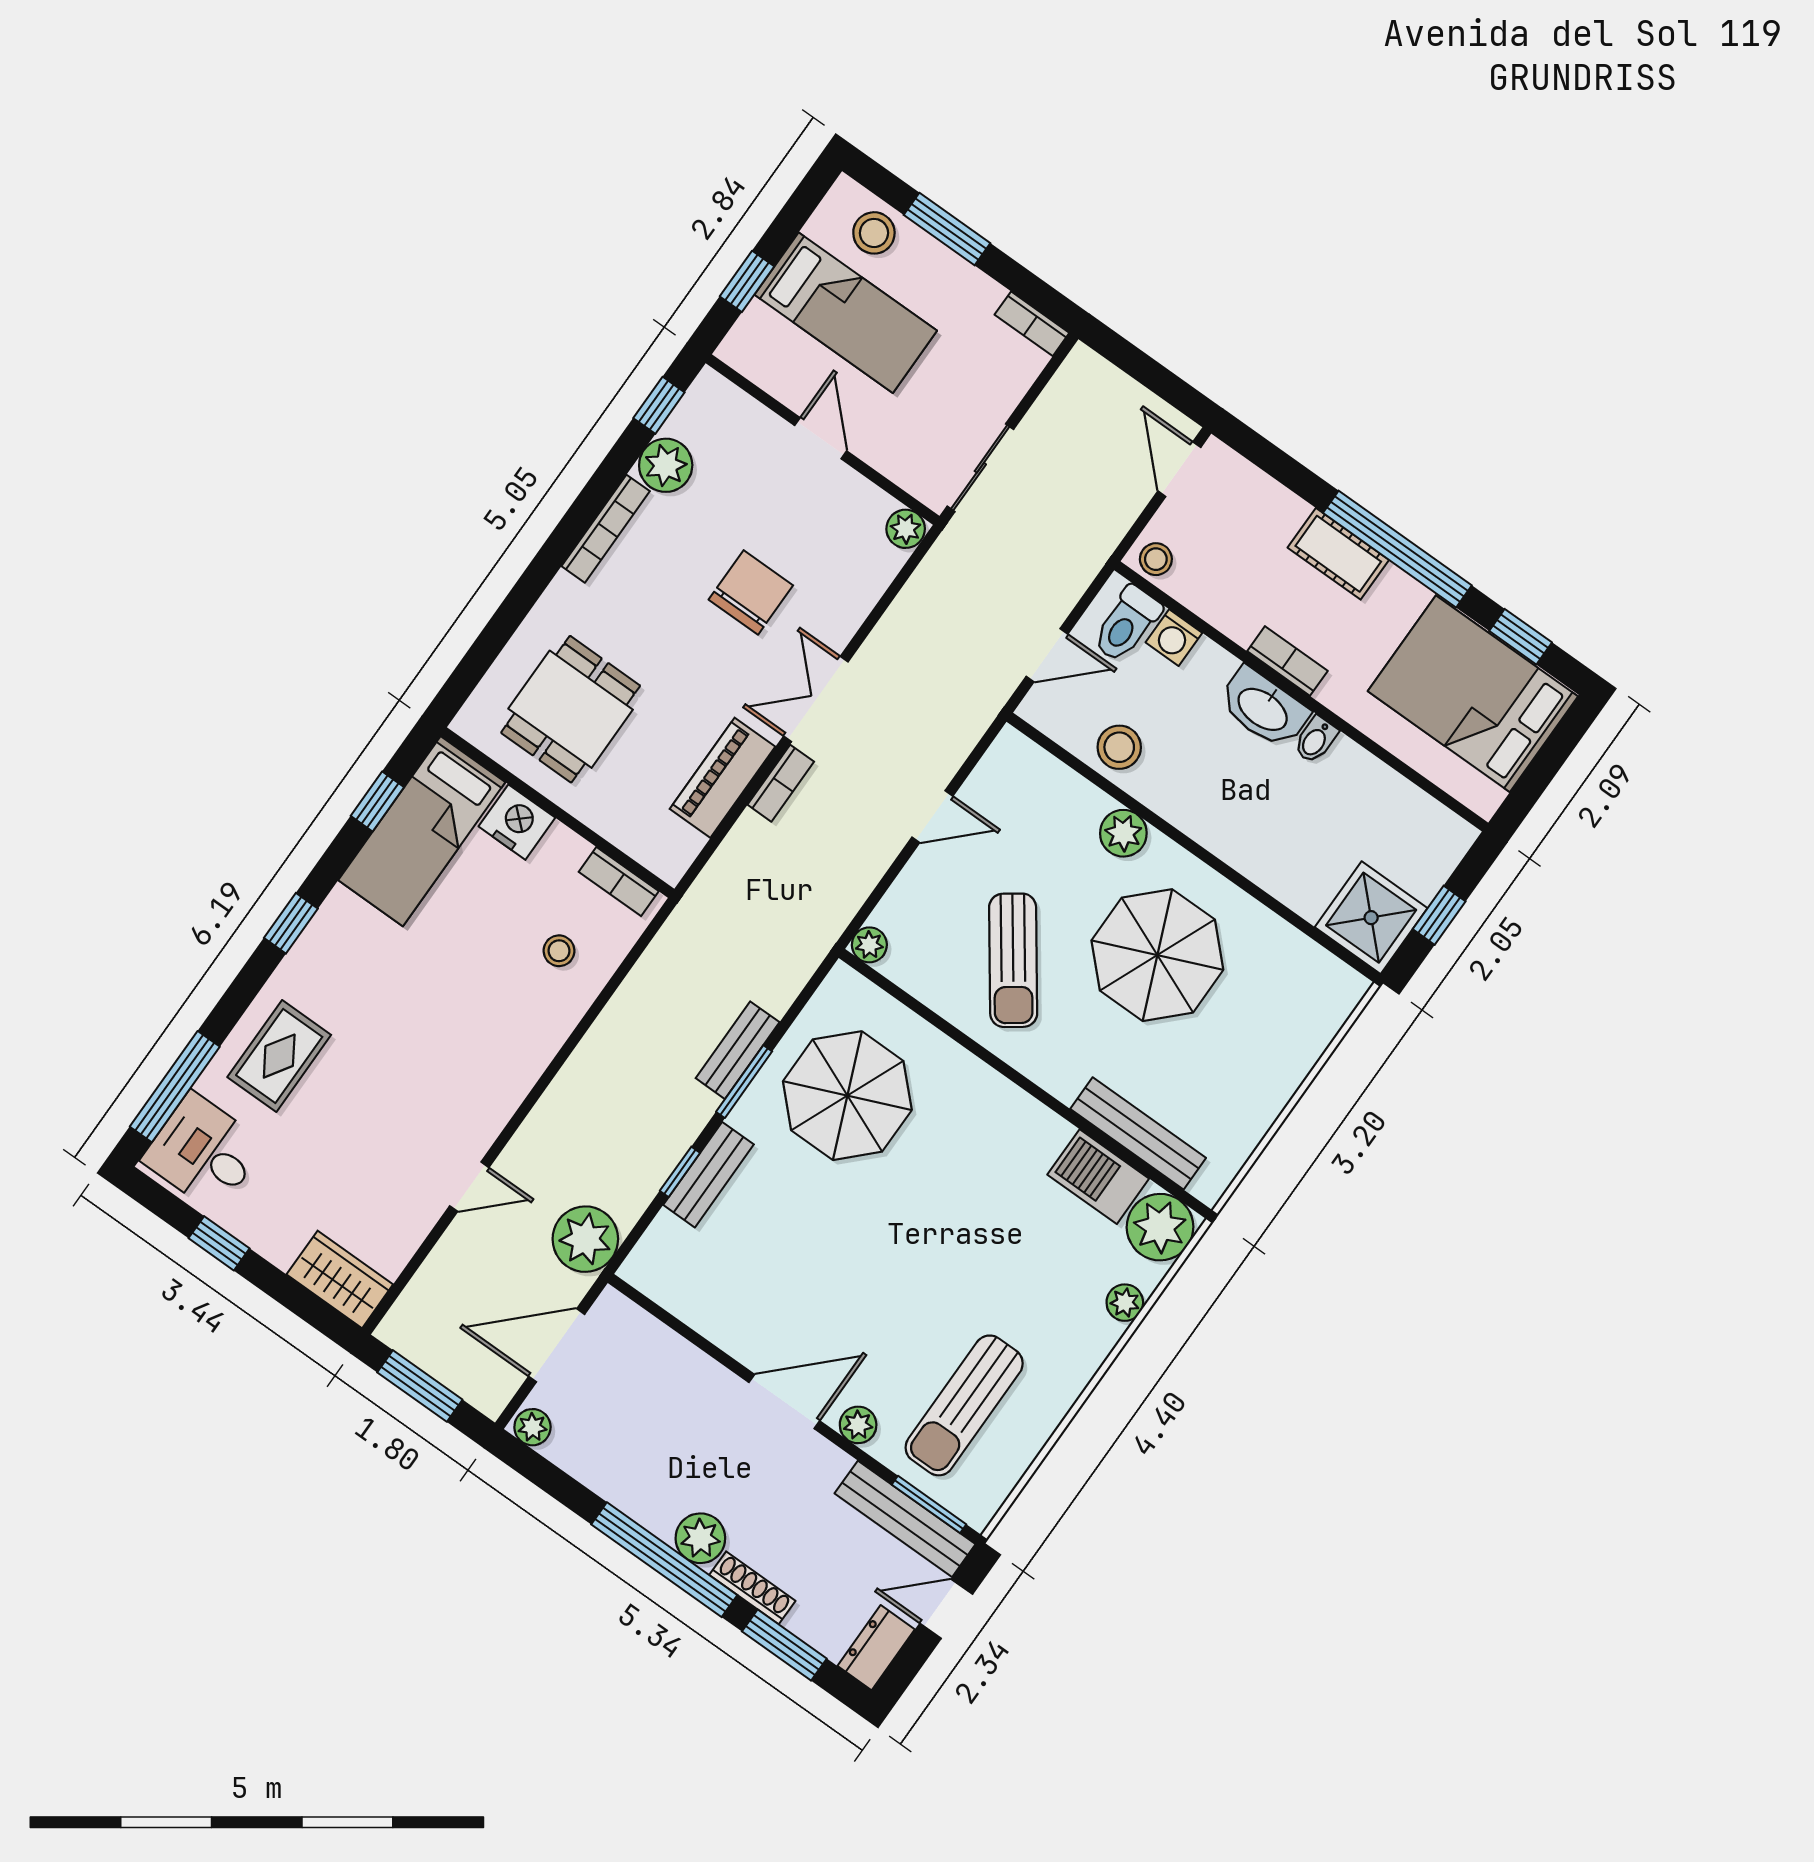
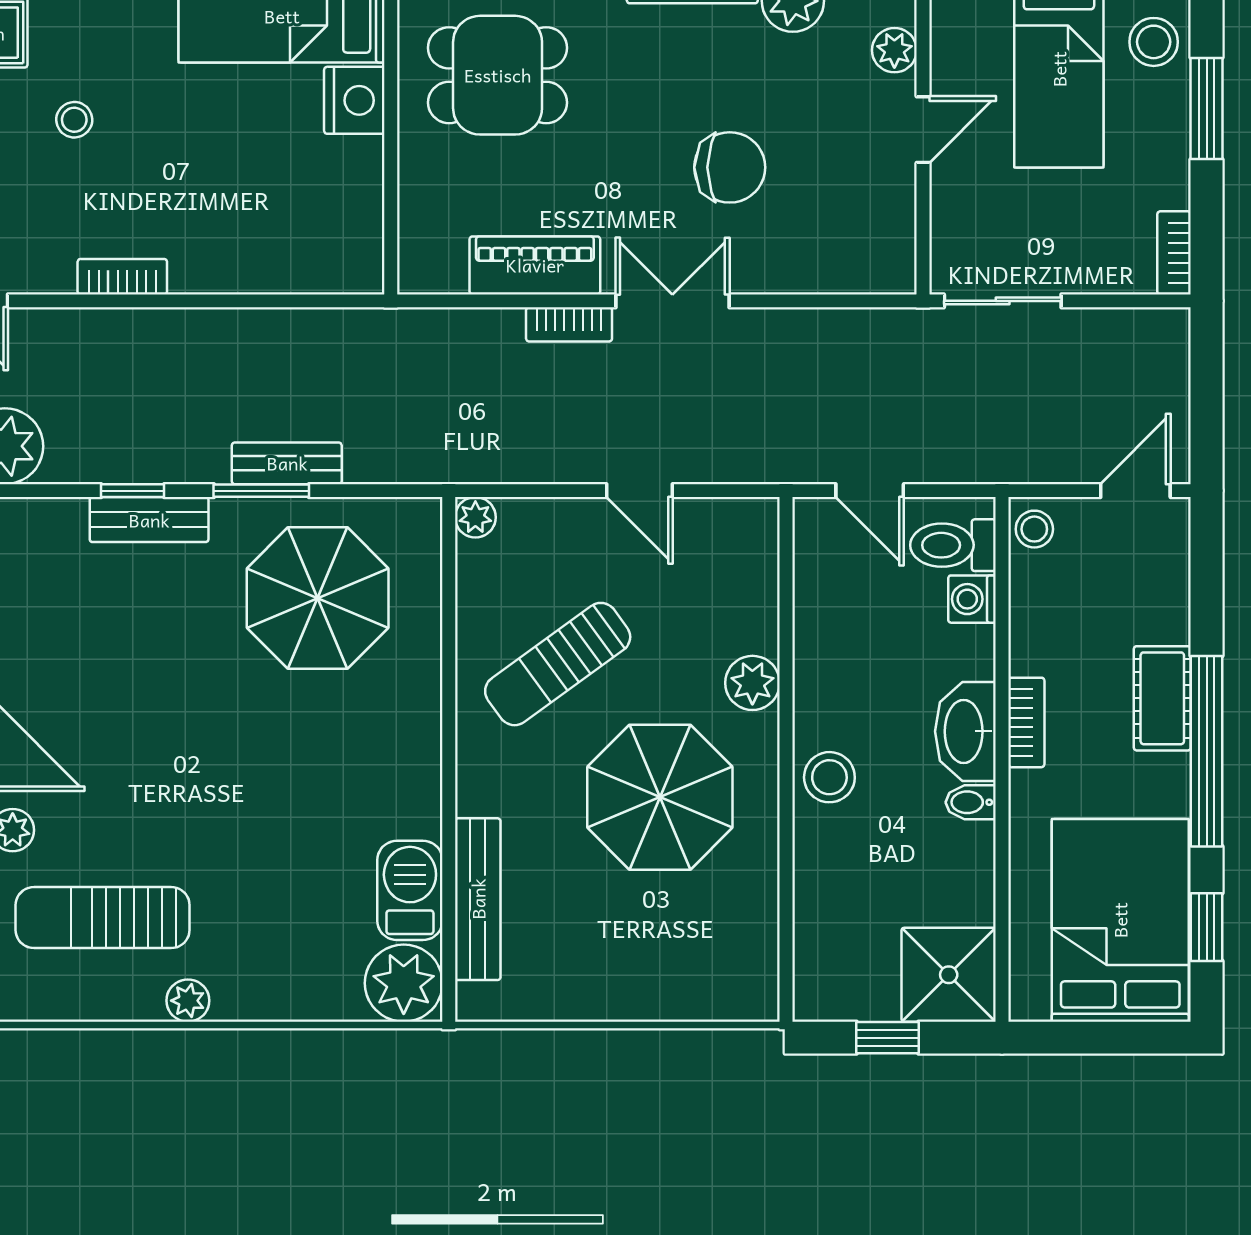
plant: (906, 529) -> (894, 50), moved
stool: (1119, 747) -> (829, 777), moved
bookcase: (619, 881) -> (122, 277), moved, turned 90
shower: (1371, 918) -> (949, 975), moved
stool: (559, 951) -> (74, 120), moved
plant: (1125, 1303) -> (188, 1001), moved

